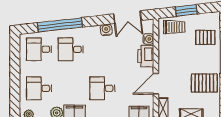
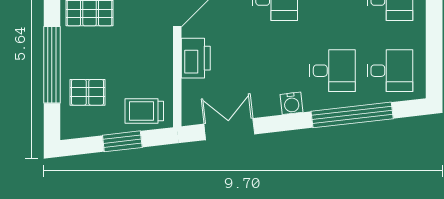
water cooler: (106, 30) -> (292, 103), moved
water cooler: (148, 39) -> (191, 89), removed

